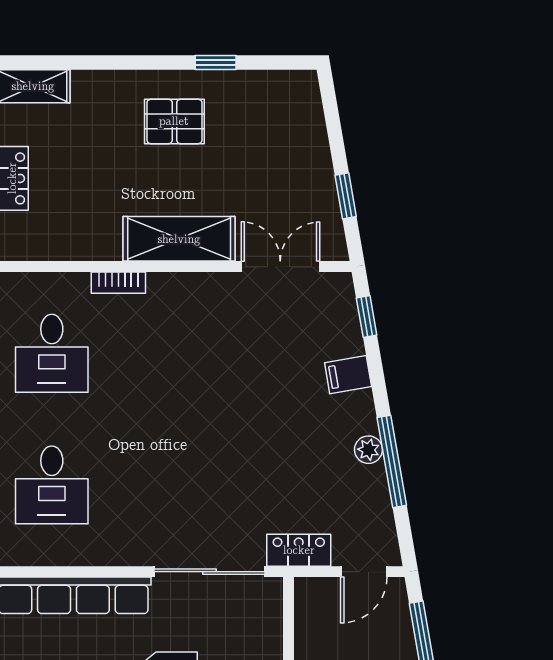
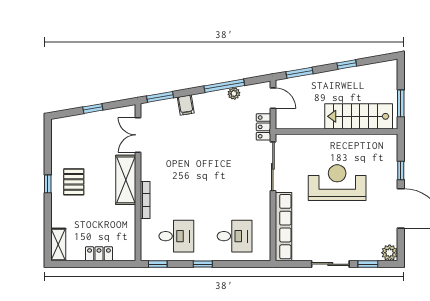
window: (216, 62) -> (48, 184), moved
window: (346, 196) -> (93, 109), moved
bookcase: (118, 283) -> (145, 200), width x1.56
window: (367, 317) -> (160, 97), width x1.50
plant: (368, 450) -> (234, 93), moved

